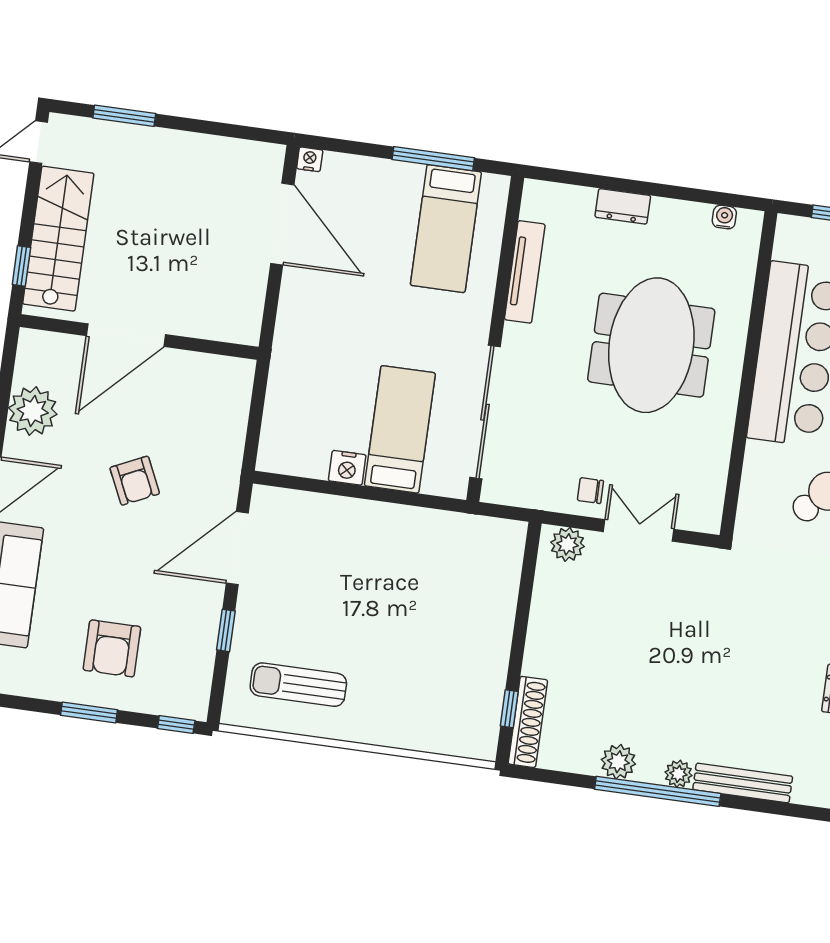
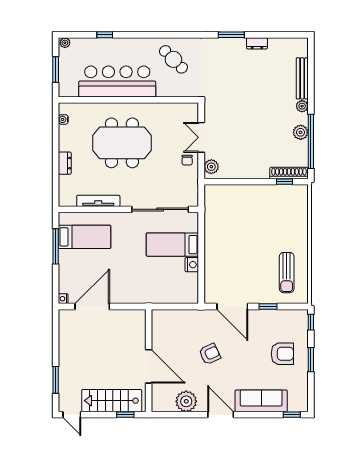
window: (658, 791) -> (311, 141), moved

